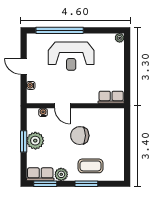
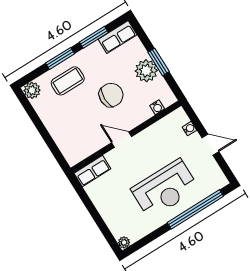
reception desk: (71, 56) -> (165, 189), turned 180
door: (62, 106) -> (122, 140), moved
chair: (80, 136) -> (111, 95), moved
plant: (61, 174) -> (32, 90), moved
window: (45, 184) -> (94, 37), moved

